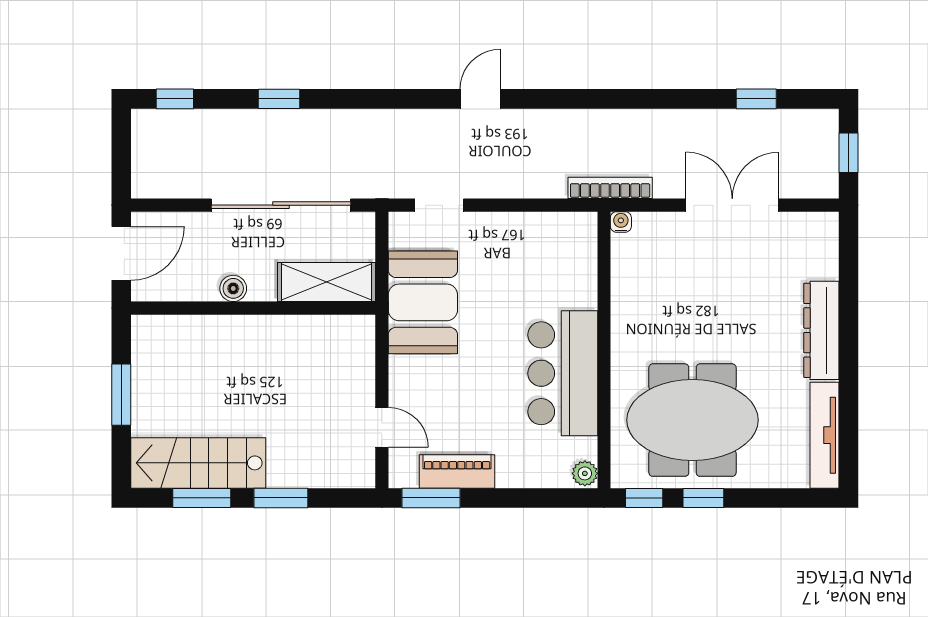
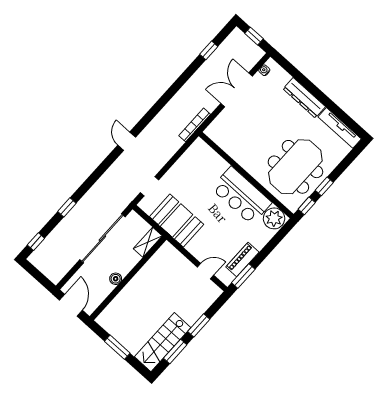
water cooler: (621, 222) -> (264, 70), moved
shelving: (327, 282) -> (148, 242), width x0.67, depth x0.75
plant: (585, 473) -> (274, 218), width x1.88, depth x1.88

